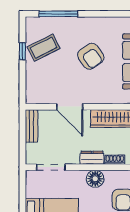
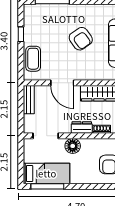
coffee table: (44, 48) -> (33, 59), moved, turned -63
floor lamp: (95, 179) -> (73, 146), moved

